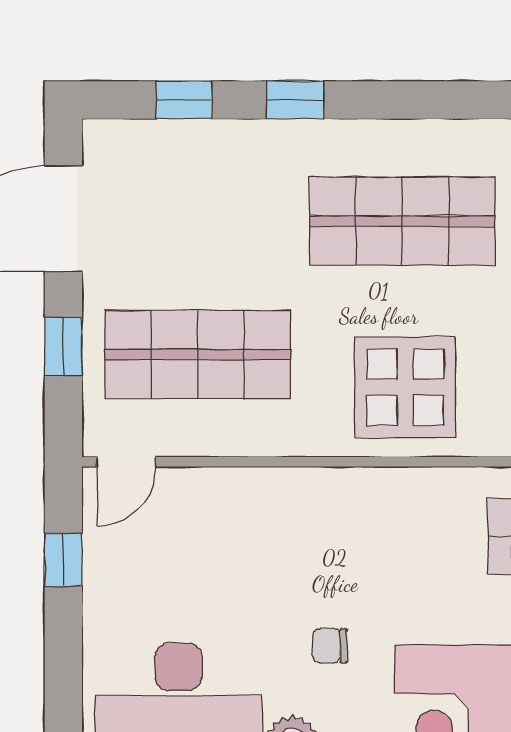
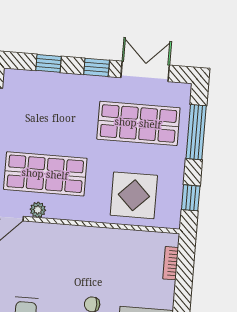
double door: (408, 100) -> (145, 71), added
plant: (187, 439) -> (38, 210), added

